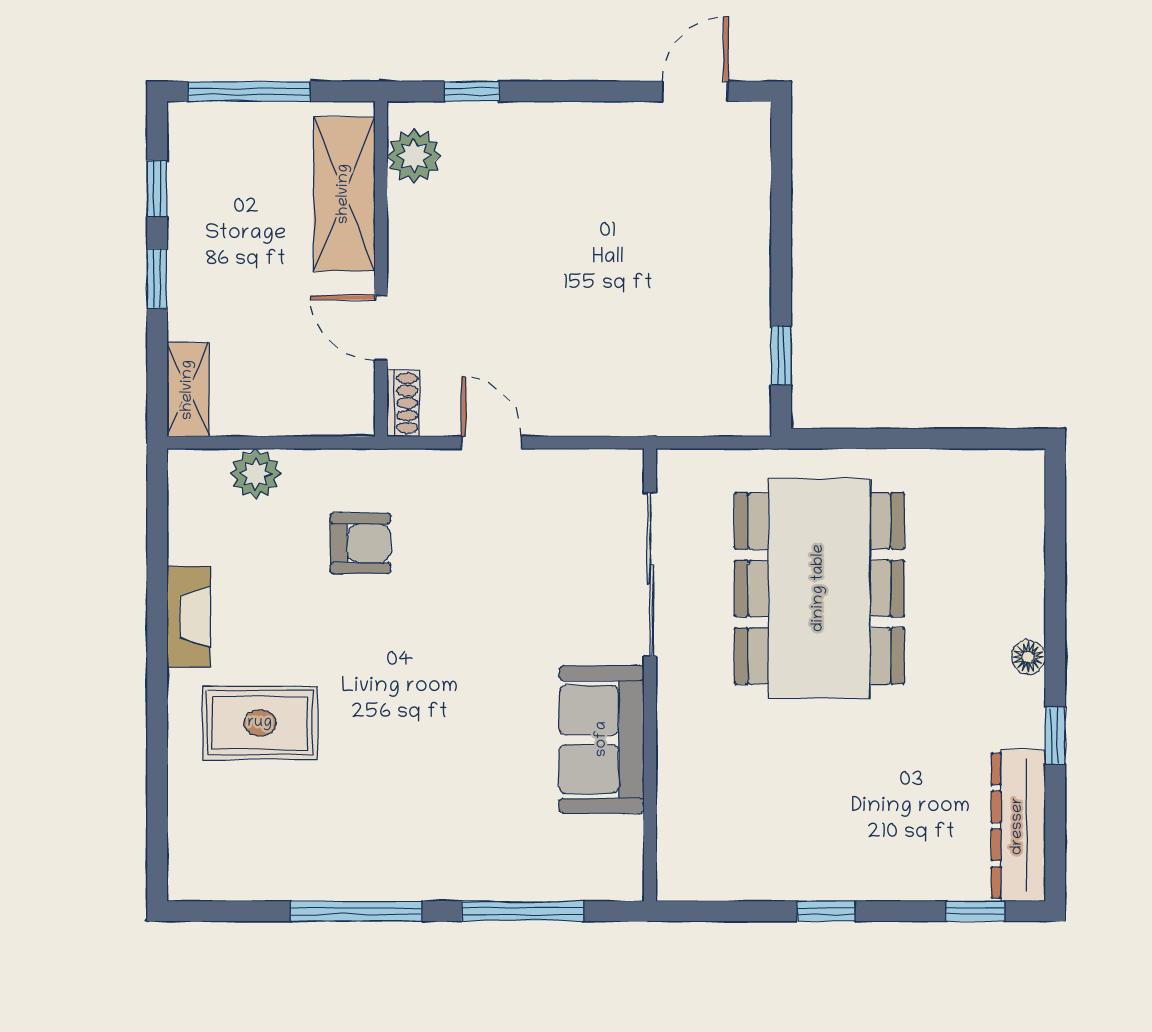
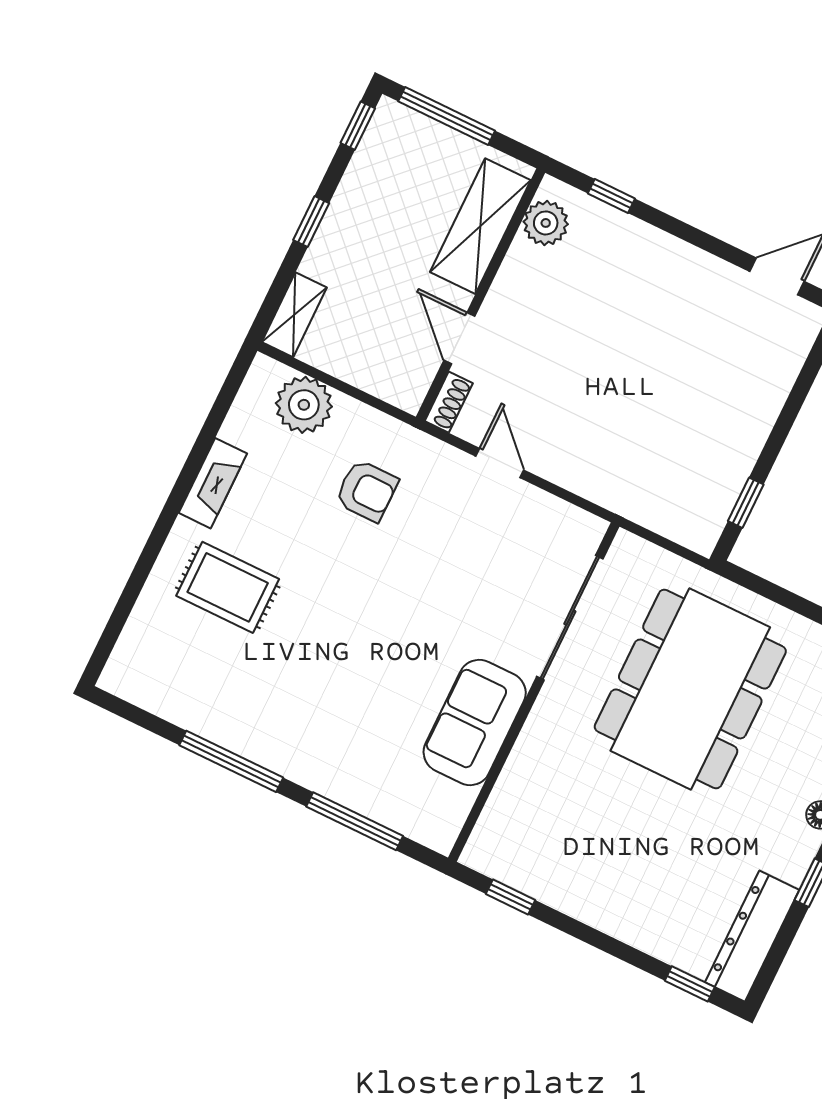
window: (157, 189) -> (358, 126), moved
plant: (256, 474) -> (304, 405), width x1.36, depth x1.36
window: (826, 911) -> (511, 897), moved

